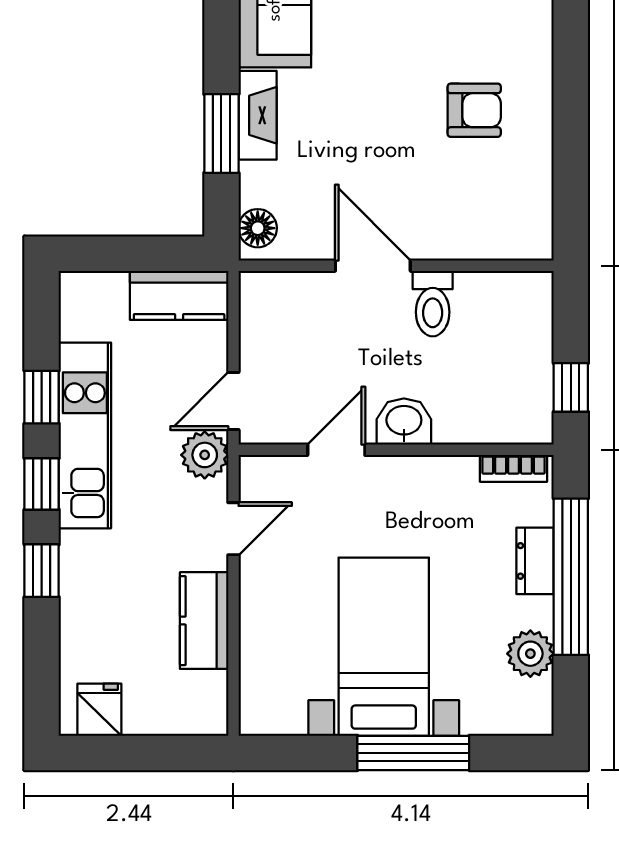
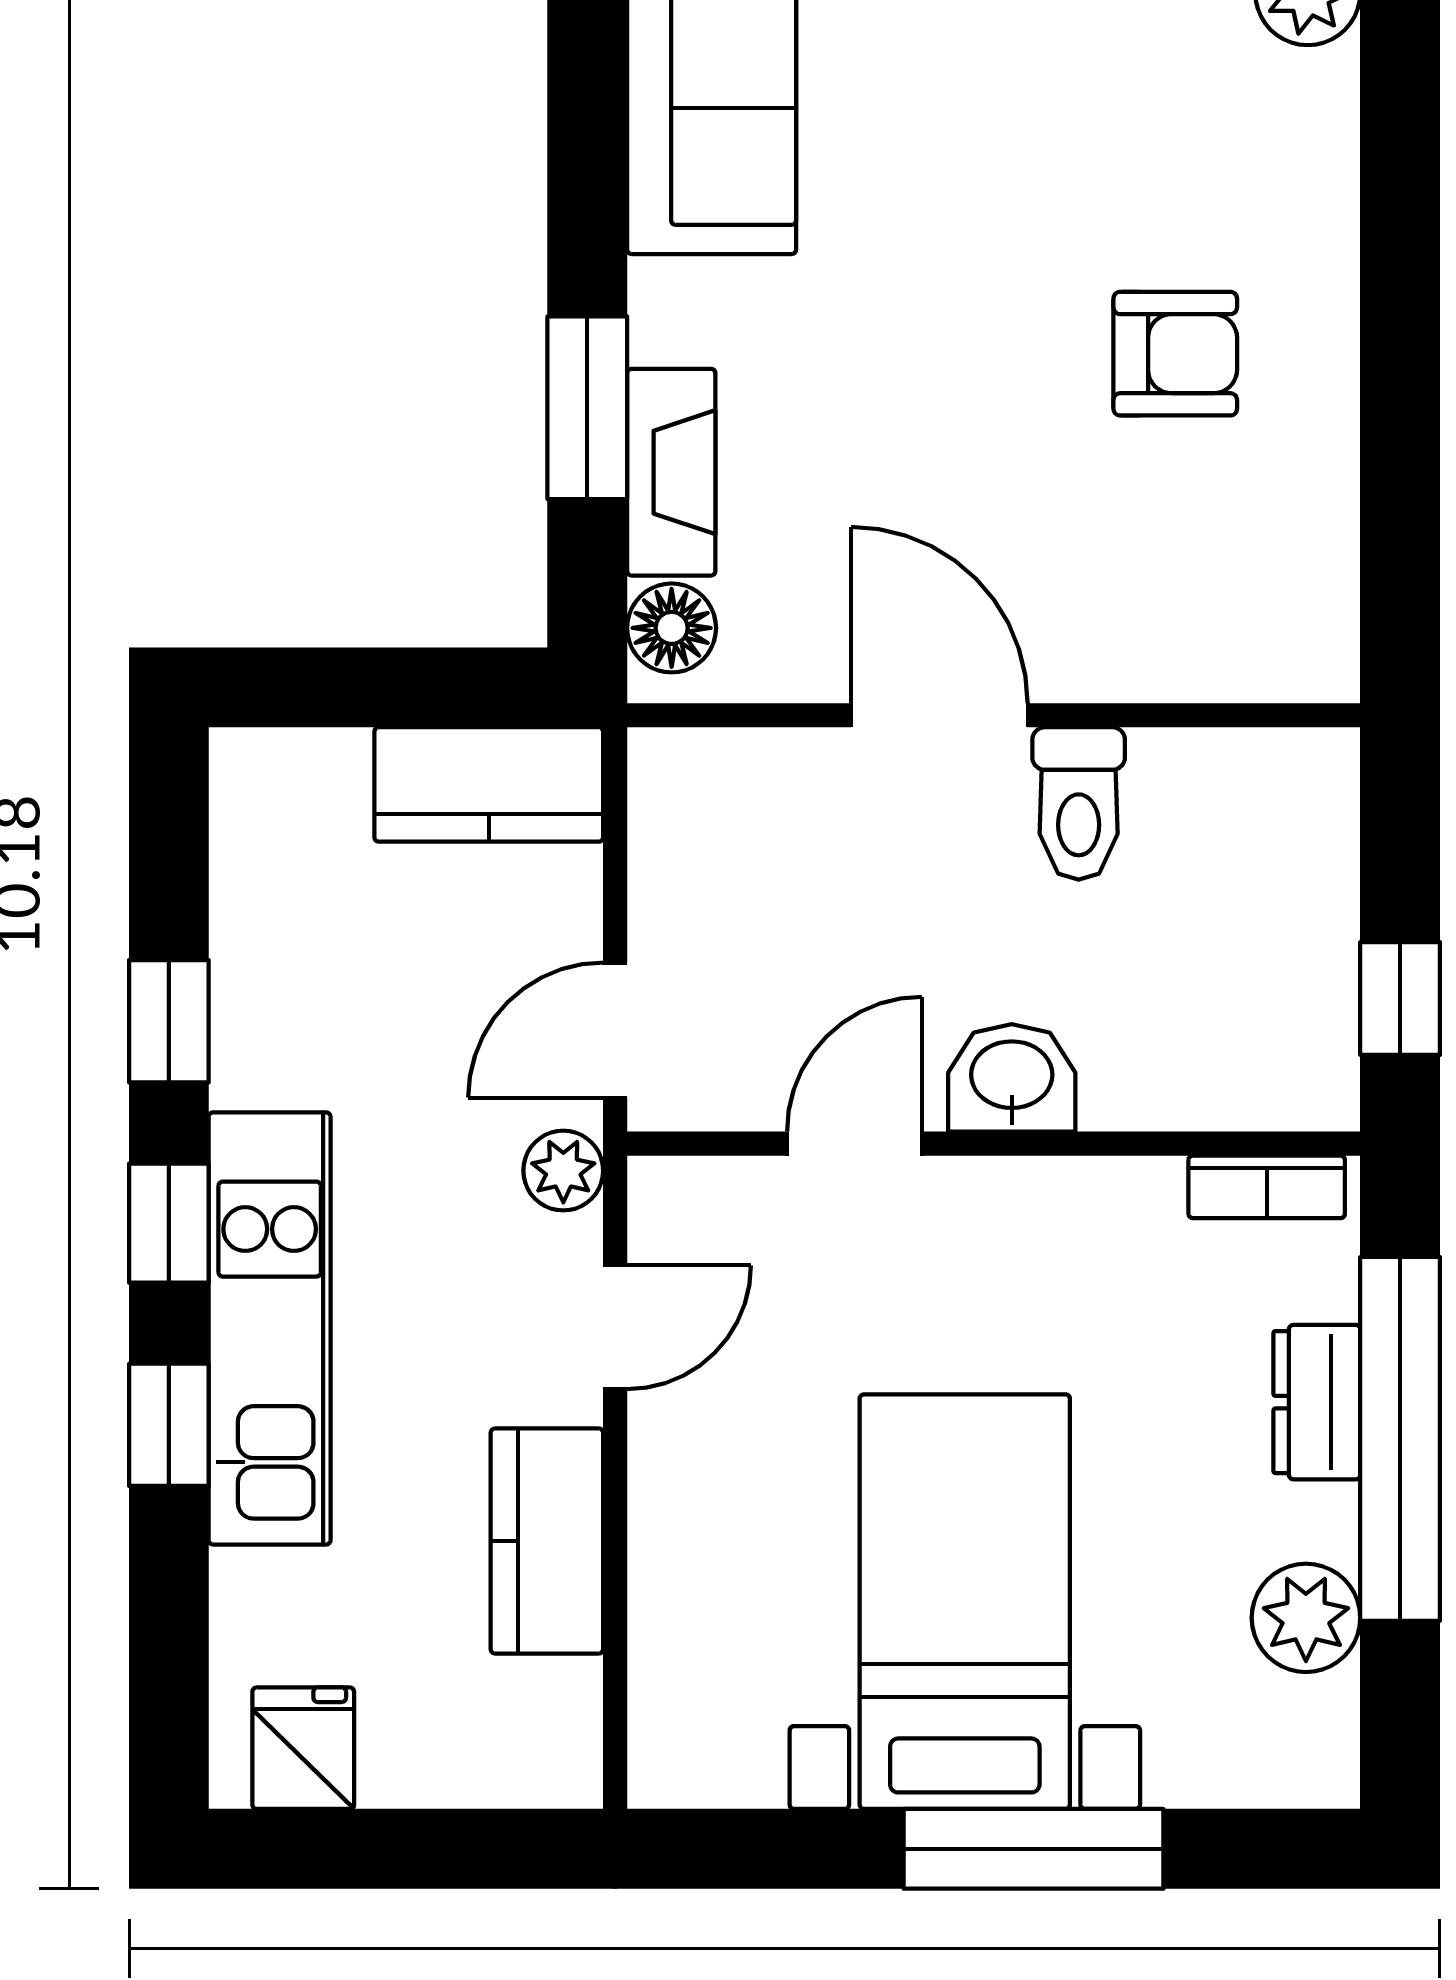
fireplace: (258, 115) -> (671, 472), moved
kitchen unit: (85, 435) -> (270, 1328), moved
plant: (205, 455) -> (563, 1171), width x0.73, depth x0.73

